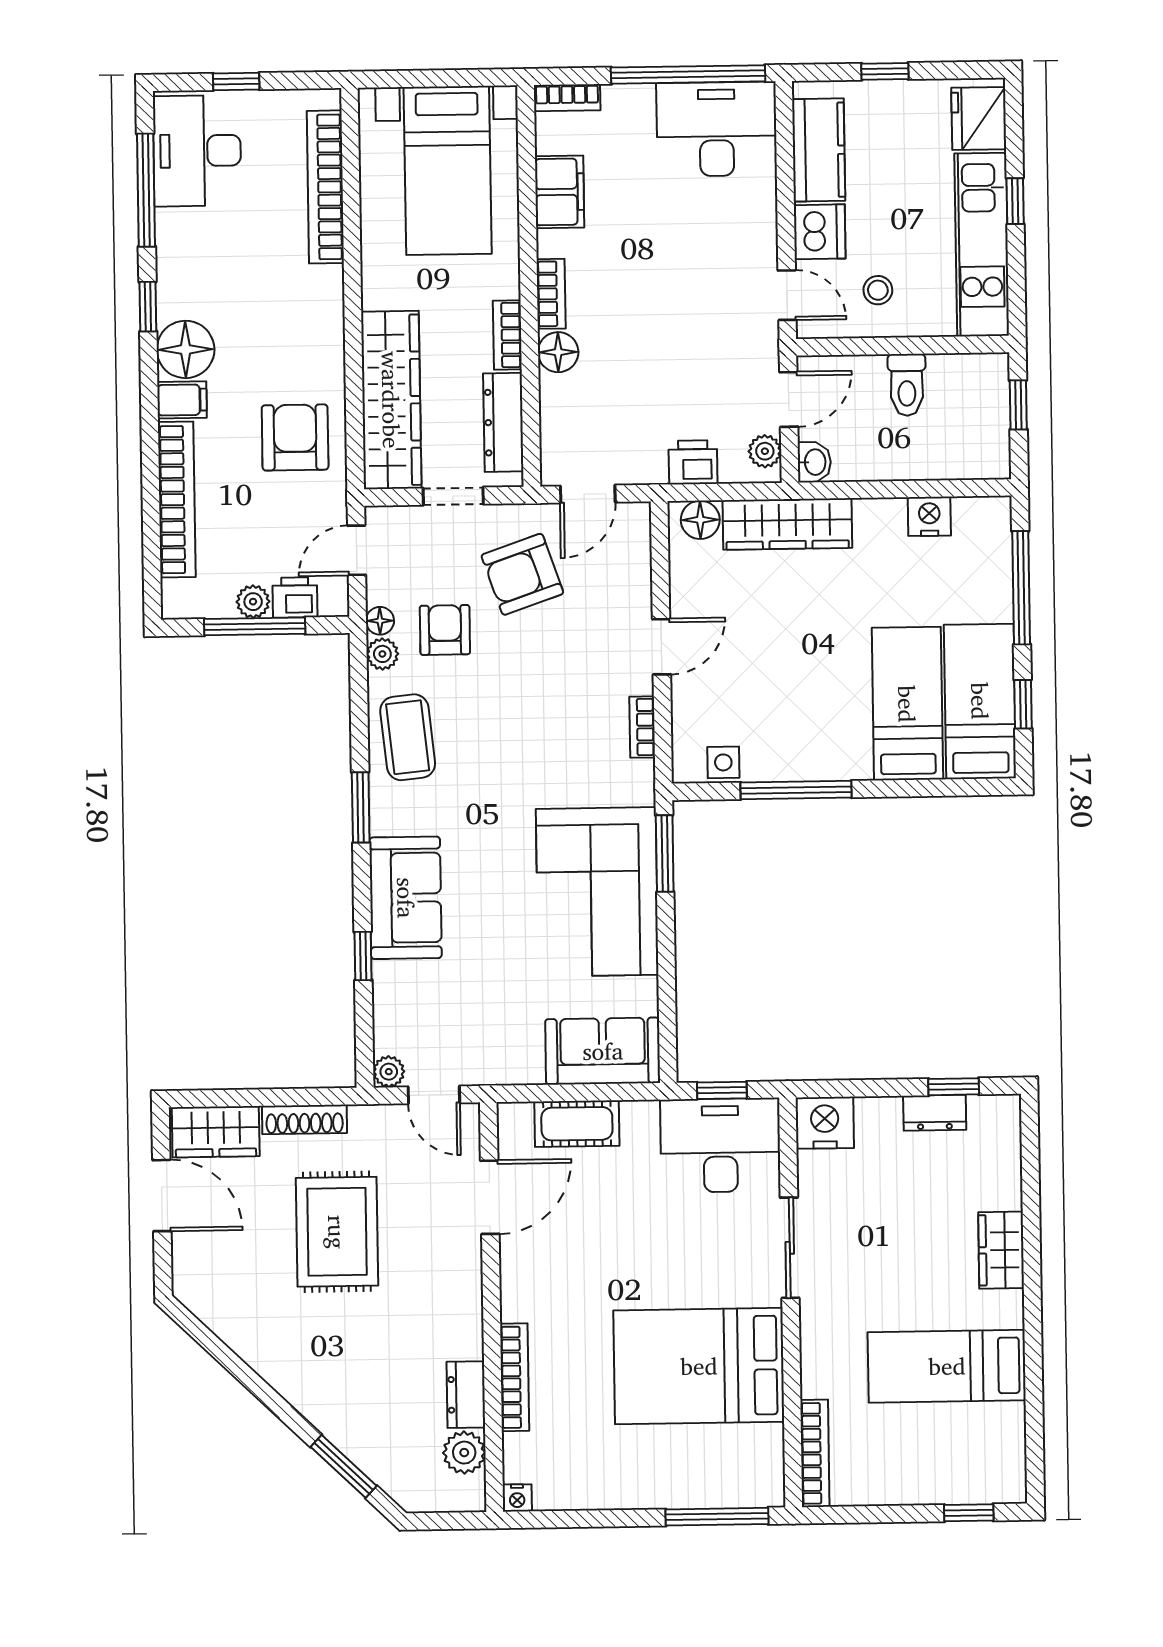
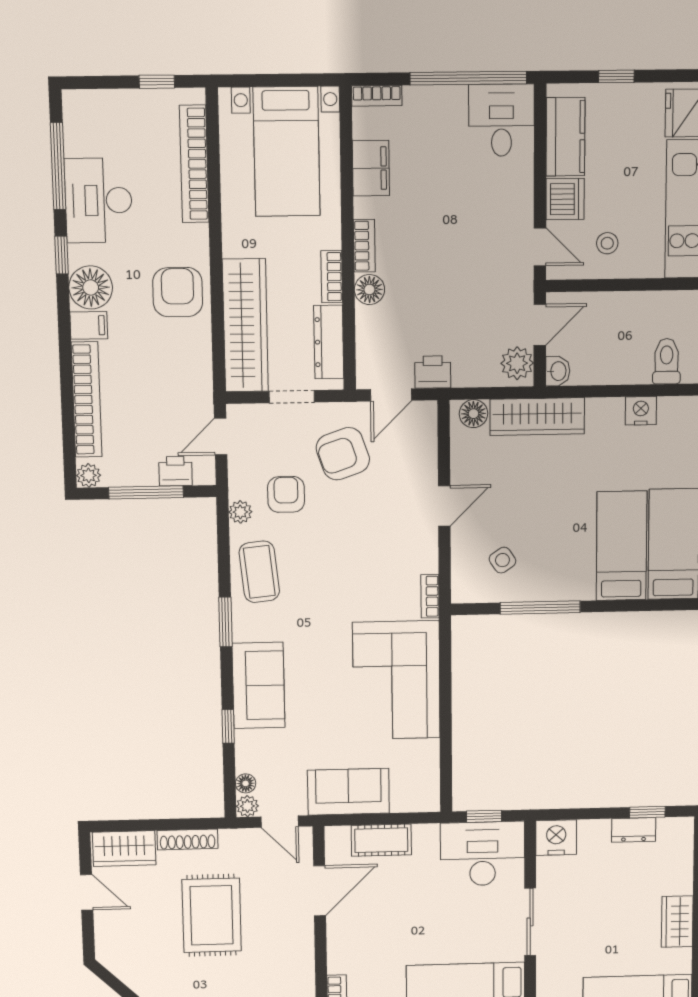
window: (236, 82) -> (157, 82), moved
desk: (717, 129) -> (501, 120), width x0.73
desk: (197, 151) -> (99, 200), moved
toilet: (907, 385) -> (667, 361), moved, turned 180
armchair: (295, 437) -> (178, 292), moved
plant: (765, 451) -> (517, 363), width x1.38, depth x1.38
printer: (693, 462) -> (433, 372), moved
plant: (253, 602) -> (89, 475), moved
floor lamp: (380, 621) -> (246, 783), moved
bookcase: (642, 727) -> (430, 596), moved
side table: (723, 762) -> (502, 560), moved, turned -34
window: (665, 853) -> (445, 653), removed
sofa: (603, 1051) -> (348, 792), moved
door: (162, 1196) -> (87, 892), width x0.73

